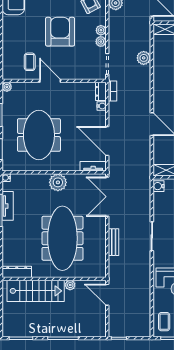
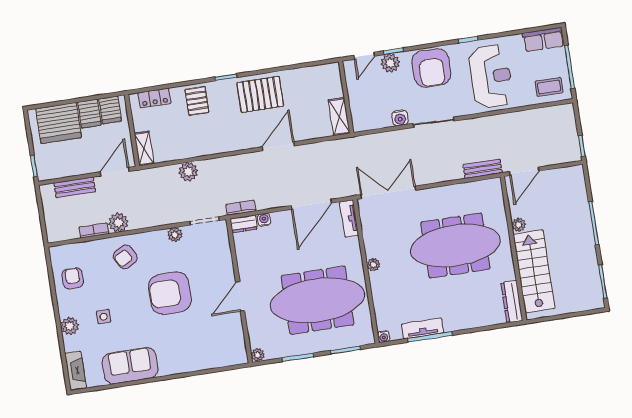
plant: (101, 30) -> (159, 237), removed
coffee table: (30, 62) -> (218, 329), removed
meeting table: (39, 135) -> (318, 300), width x1.36
plant: (58, 182) -> (373, 265), width x0.53, depth x0.53
water cooler: (158, 186) -> (400, 118), moved
double door: (107, 197) -> (388, 192), swing flipped
bench: (114, 242) -> (483, 169), moved

